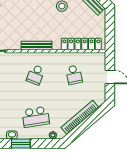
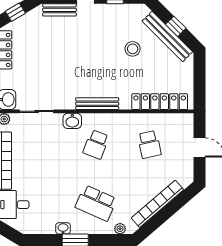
washbasin: (19, 58) -> (72, 121), added
school desk: (36, 117) -> (96, 203), turned 33

